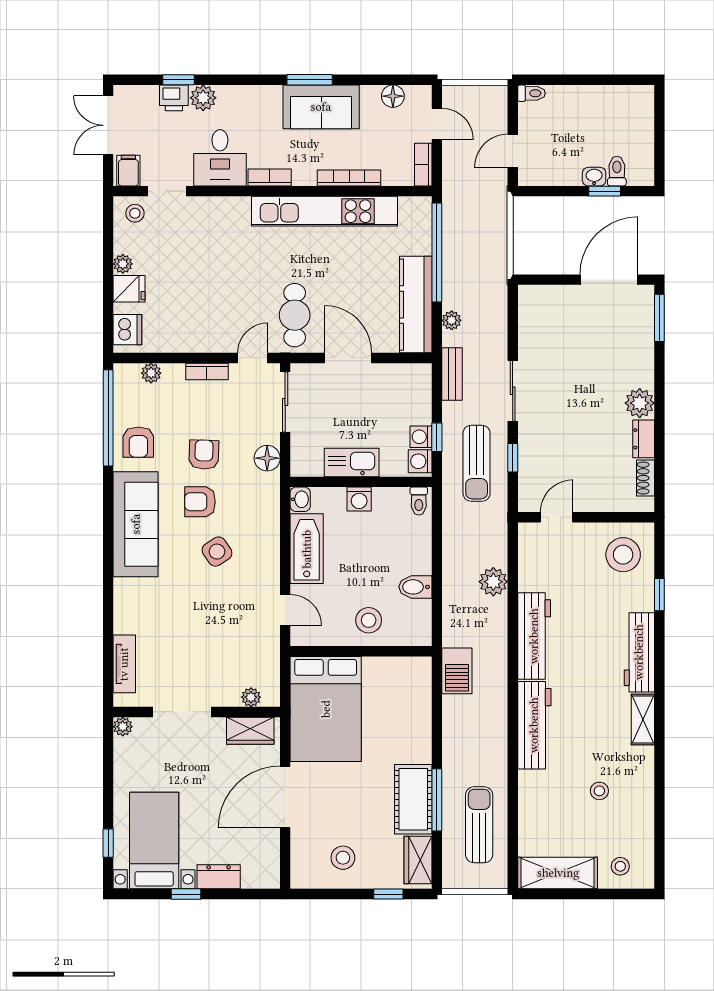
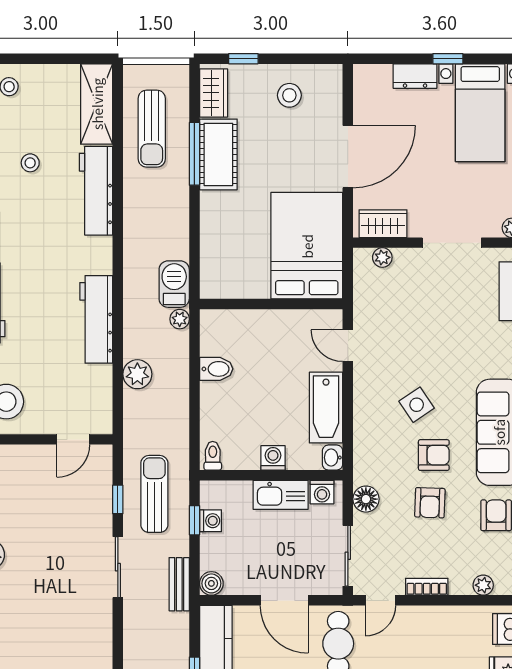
plant: (452, 320) -> (180, 319), moved
boiler: (420, 375) -> (211, 583), added
washing machine: (420, 461) -> (322, 492), moved, turned 90
stool: (369, 620) -> (263, 335), removed
workbench: (534, 725) -> (96, 191), moved
shelving: (558, 873) -> (97, 104), moved, turned 90

